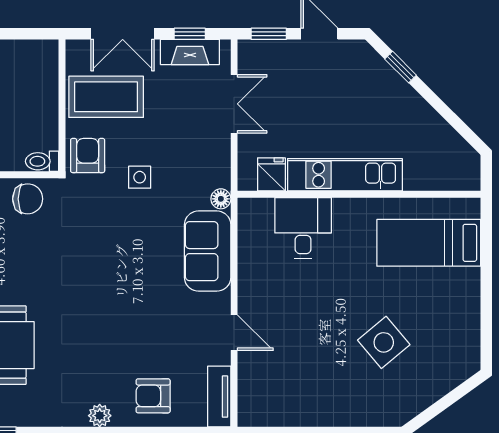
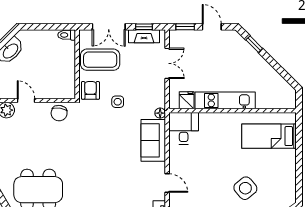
toilet: (42, 161) -> (67, 35), moved
chair: (28, 199) -> (59, 113), turned 98
desk: (303, 228) -> (184, 128), moved

